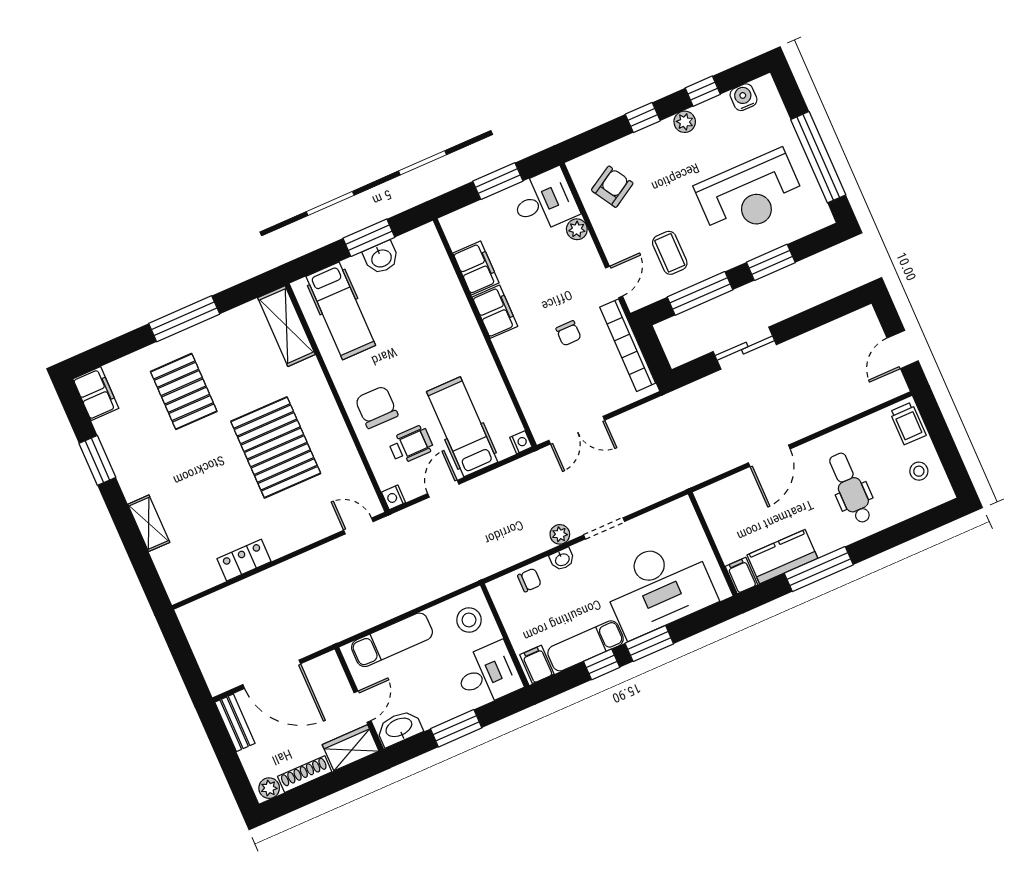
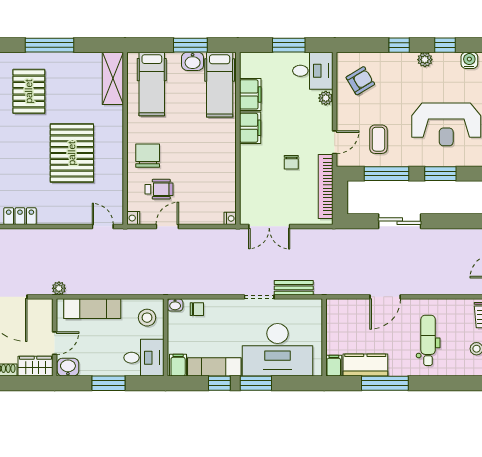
hospital bed: (462, 427) -> (220, 85), moved, turned 180
bench: (644, 496) -> (294, 288), added
plant: (560, 534) -> (59, 288), moved
washbasin: (562, 559) -> (175, 305), moved
washbasin: (399, 728) -> (68, 367), width x0.72

